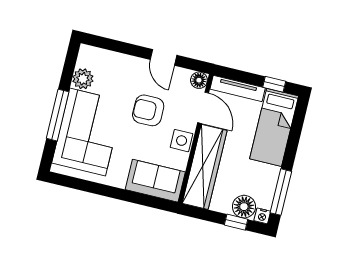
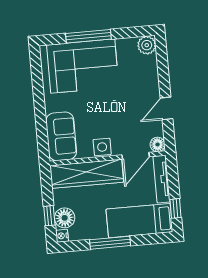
plant: (83, 79) -> (147, 45), moved
armchair: (148, 110) -> (118, 111), removed
window: (281, 192) -> (110, 243), moved

